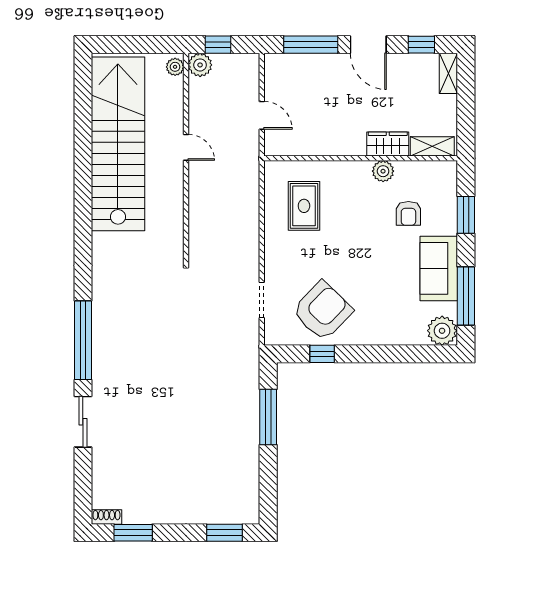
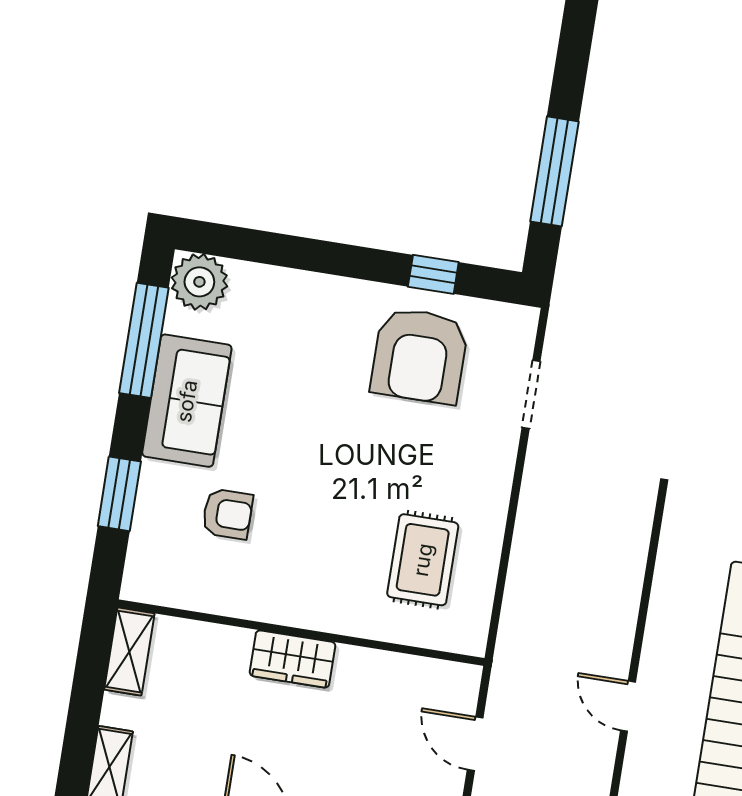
wardrobe: (388, 144) -> (292, 659), moved
shelving: (432, 146) -> (129, 652), moved, turned 90
plant: (383, 171) -> (263, 601), removed
armchair: (408, 213) -> (227, 514), turned 90
armchair: (323, 311) -> (419, 356), turned -44

